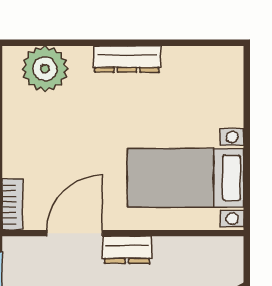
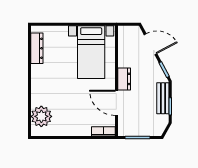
dresser: (127, 59) -> (37, 48), moved

